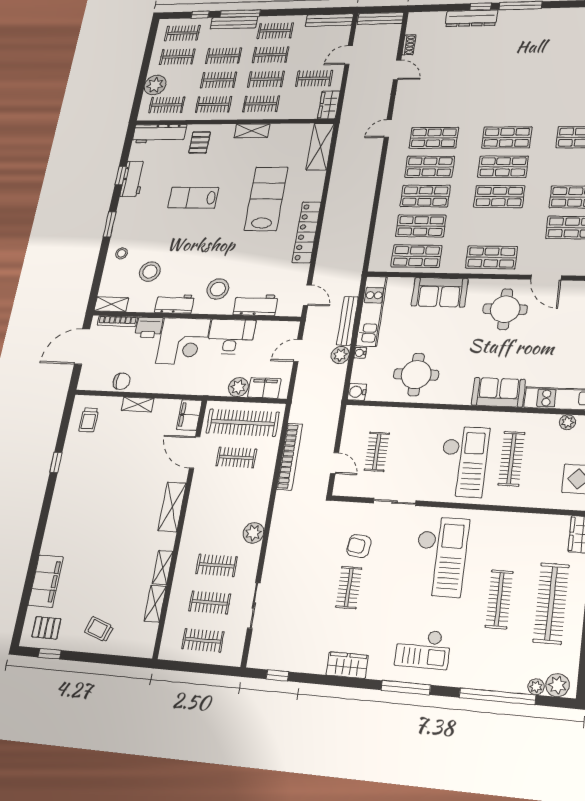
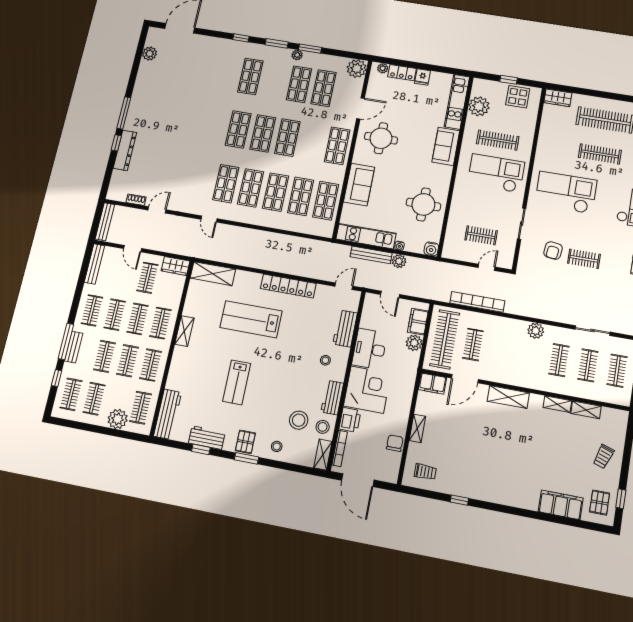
bench: (234, 23) -> (74, 347), width x0.73
pallet: (200, 142) -> (245, 442), moved, turned 90
stool: (218, 289) -> (325, 360), width x0.53, depth x0.53
stool: (142, 299) -> (323, 427), added
plant: (567, 422) -> (479, 106), width x1.88, depth x1.88

